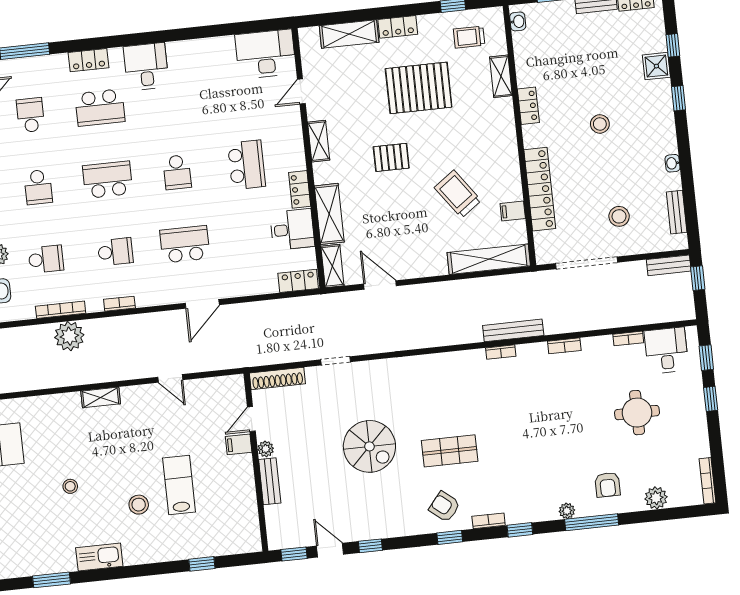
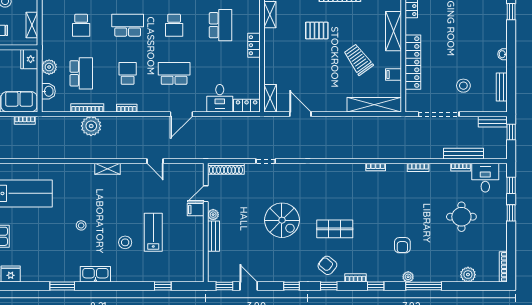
stool: (600, 124) -> (457, 23), removed
shelving: (329, 214) -> (393, 31), moved
desk: (292, 229) -> (220, 98), moved, turned 90
school desk: (115, 252) -> (128, 73), turned -90
school desk: (46, 259) -> (81, 73), width x1.85
bench: (513, 330) -> (463, 154), moved
armchair: (608, 485) -> (402, 245), moved
window: (370, 546) -> (292, 286), moved

